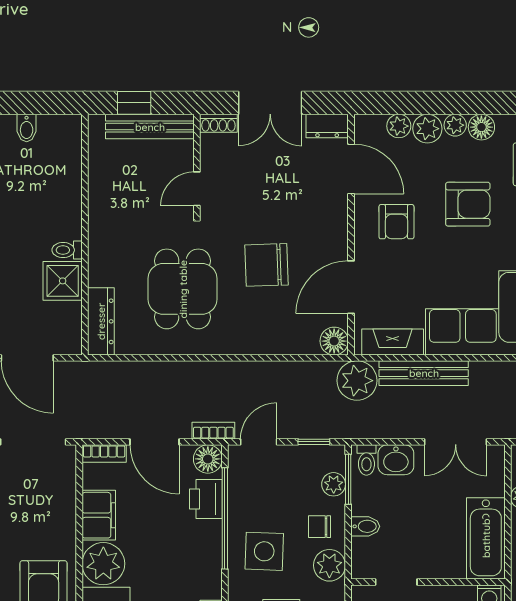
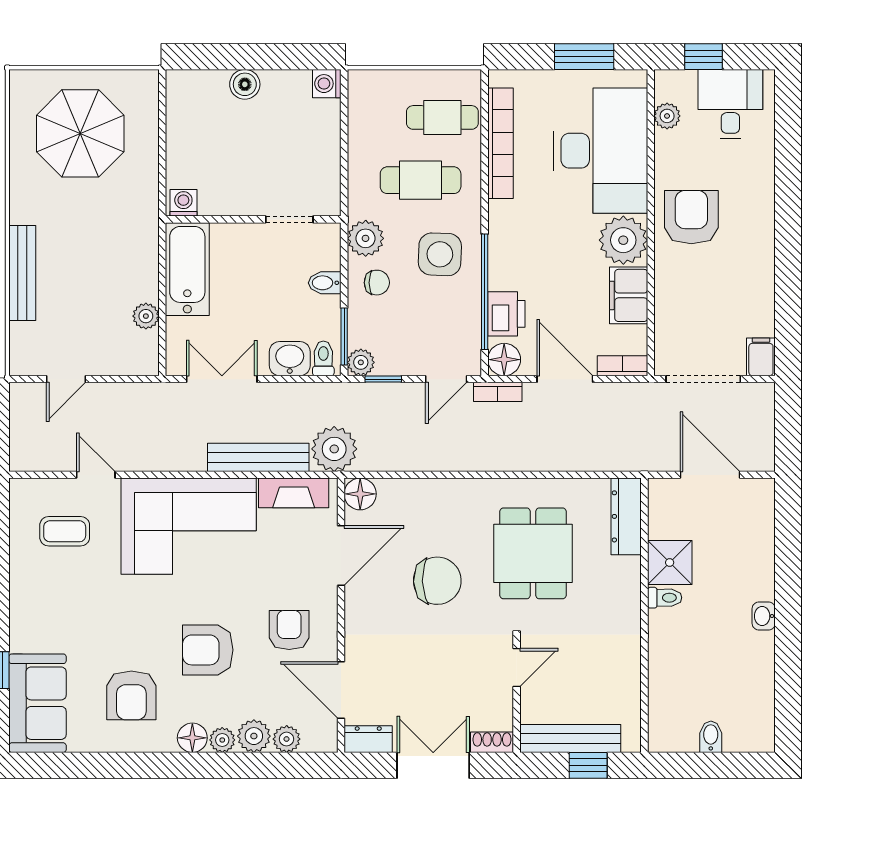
plant: (334, 484) -> (361, 362), moved

